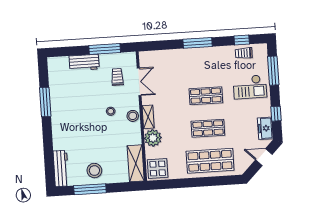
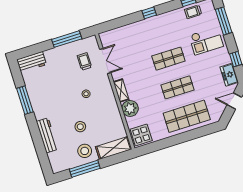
window: (198, 43) -> (149, 13), width x0.46
workbench: (84, 62) -> (32, 62), moved
stool: (133, 116) -> (80, 127), moved
shelving: (136, 163) -> (114, 148), moved, turned 90
workbench: (61, 168) -> (47, 135), moved

